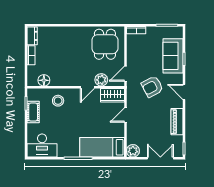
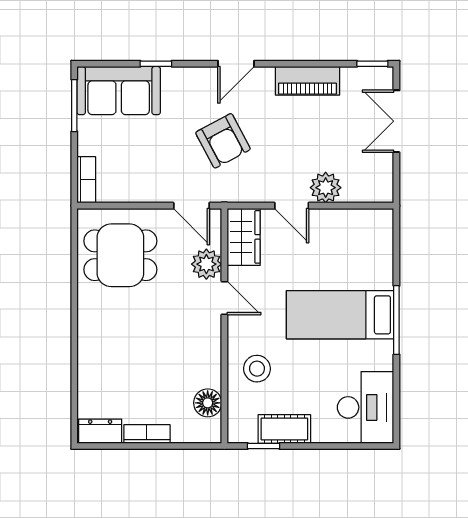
sofa: (173, 56) -> (119, 91), moved
bed: (102, 147) -> (340, 315), moved, turned 90
plant: (133, 151) -> (326, 188), moved

